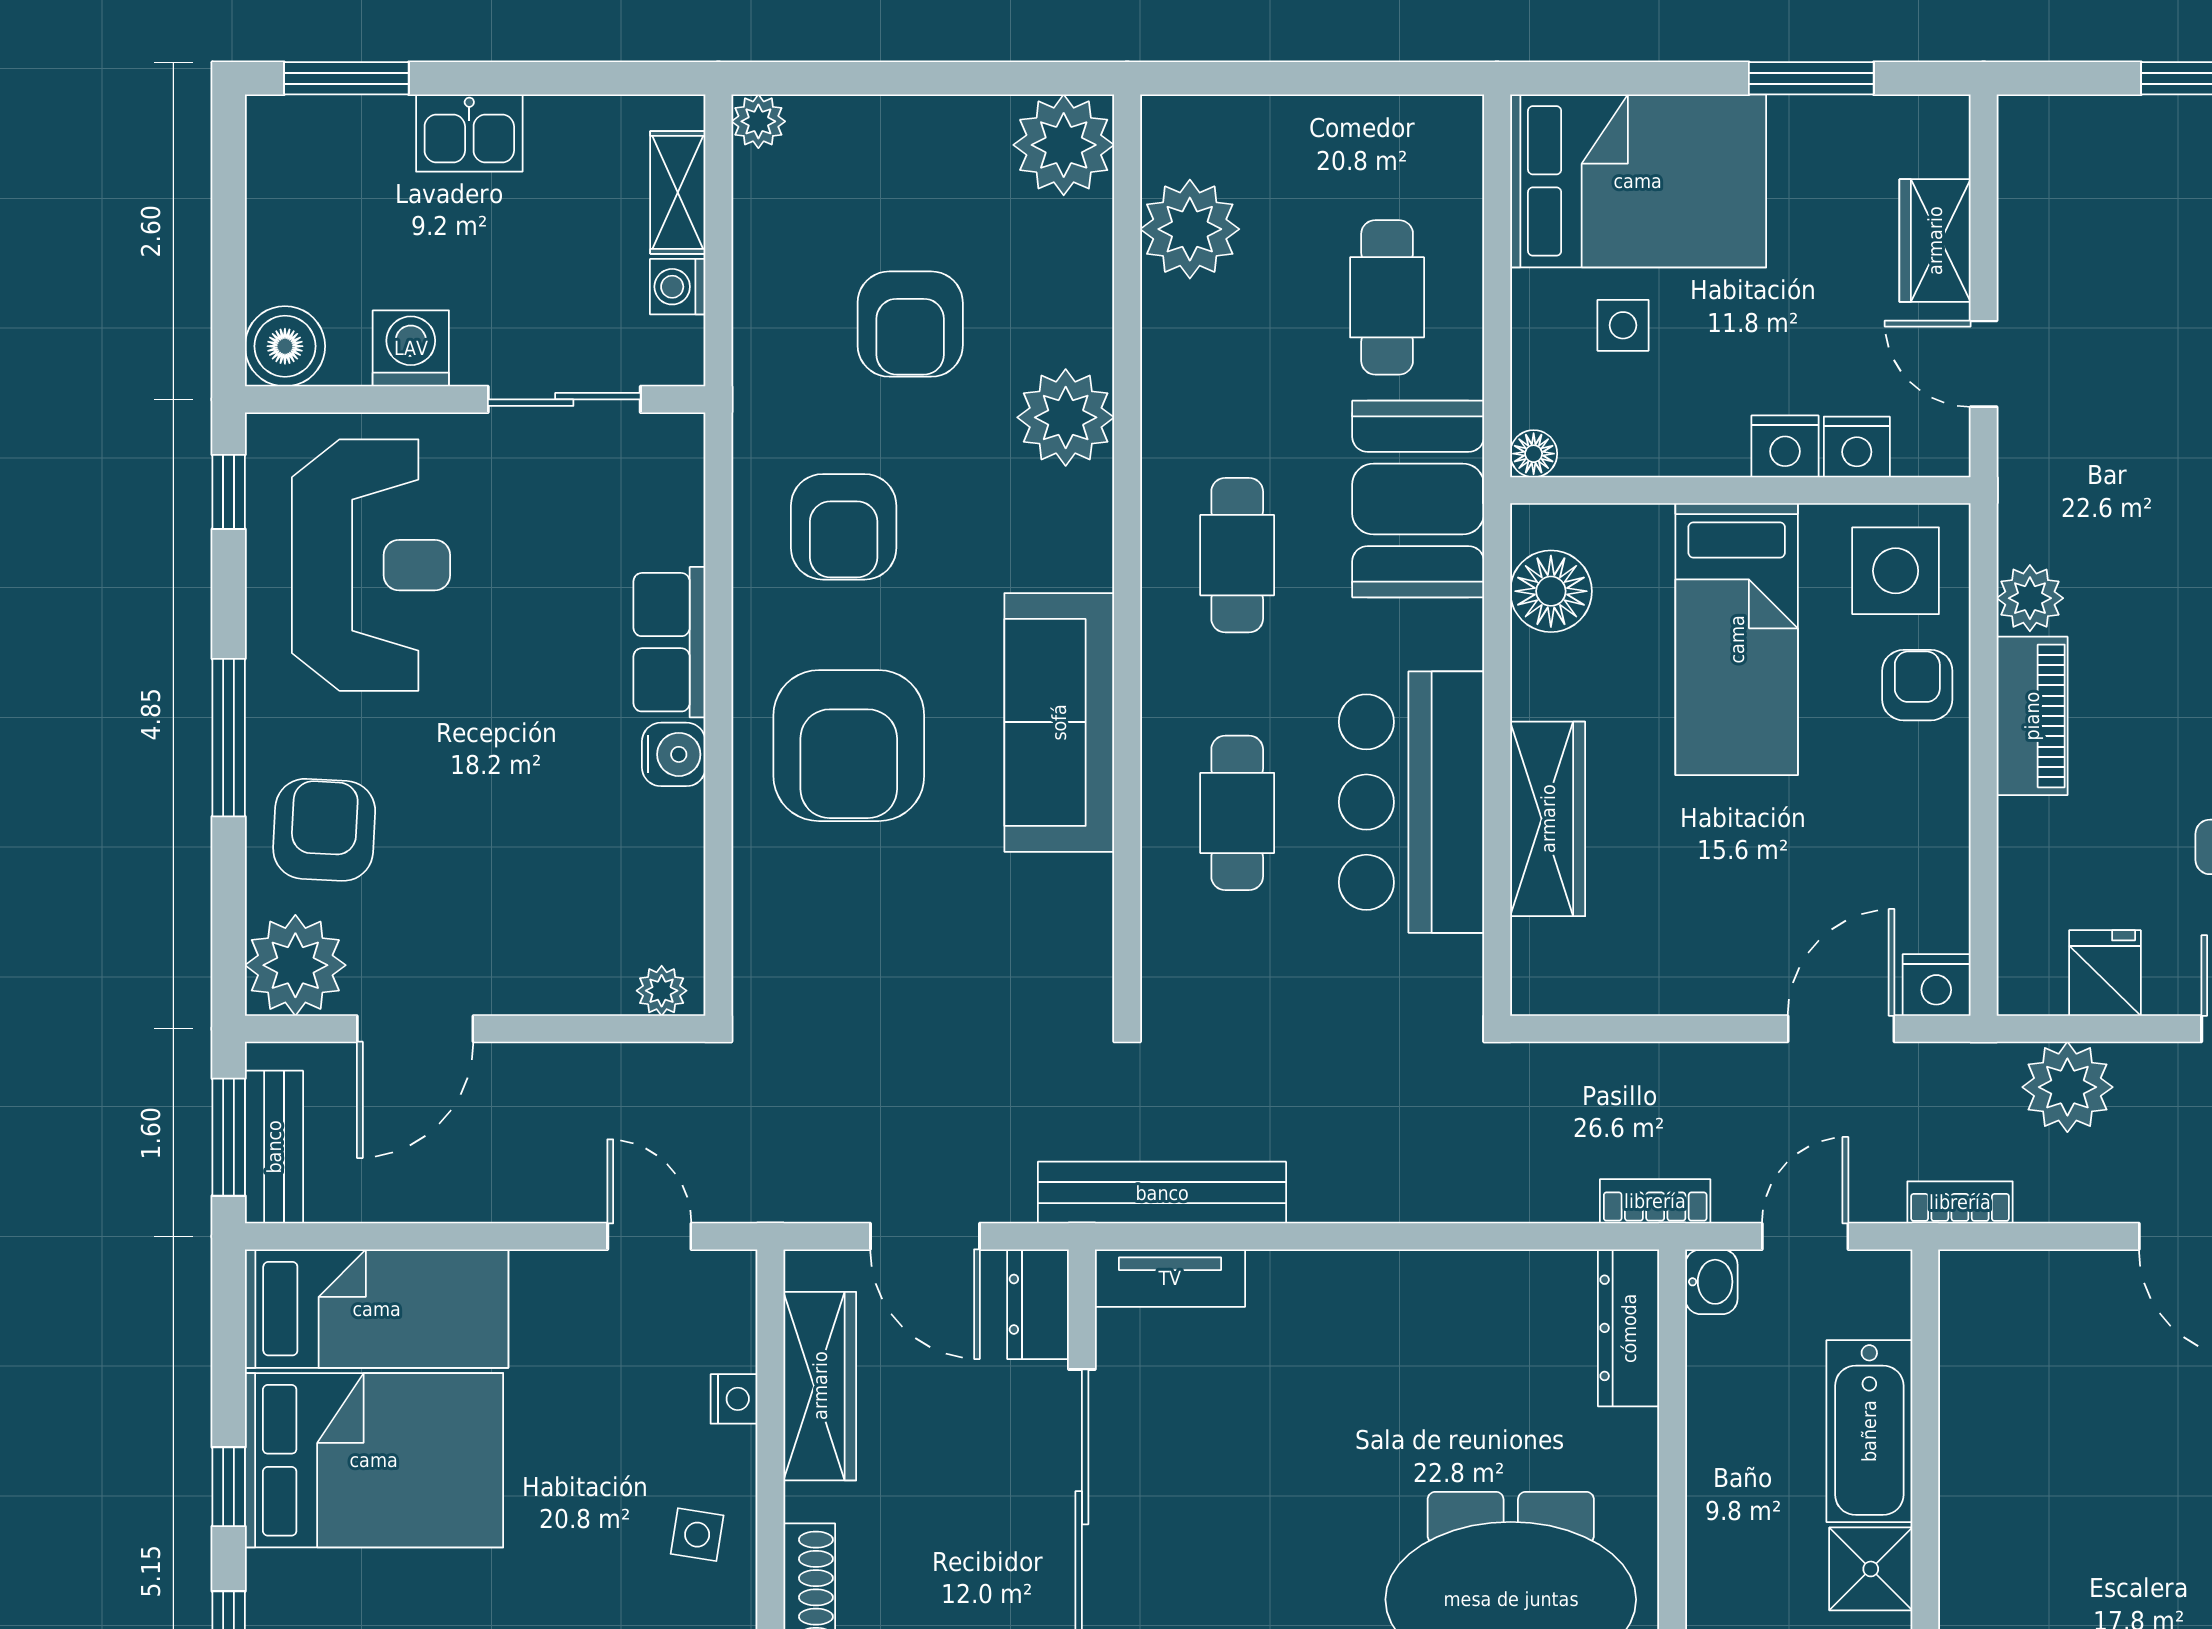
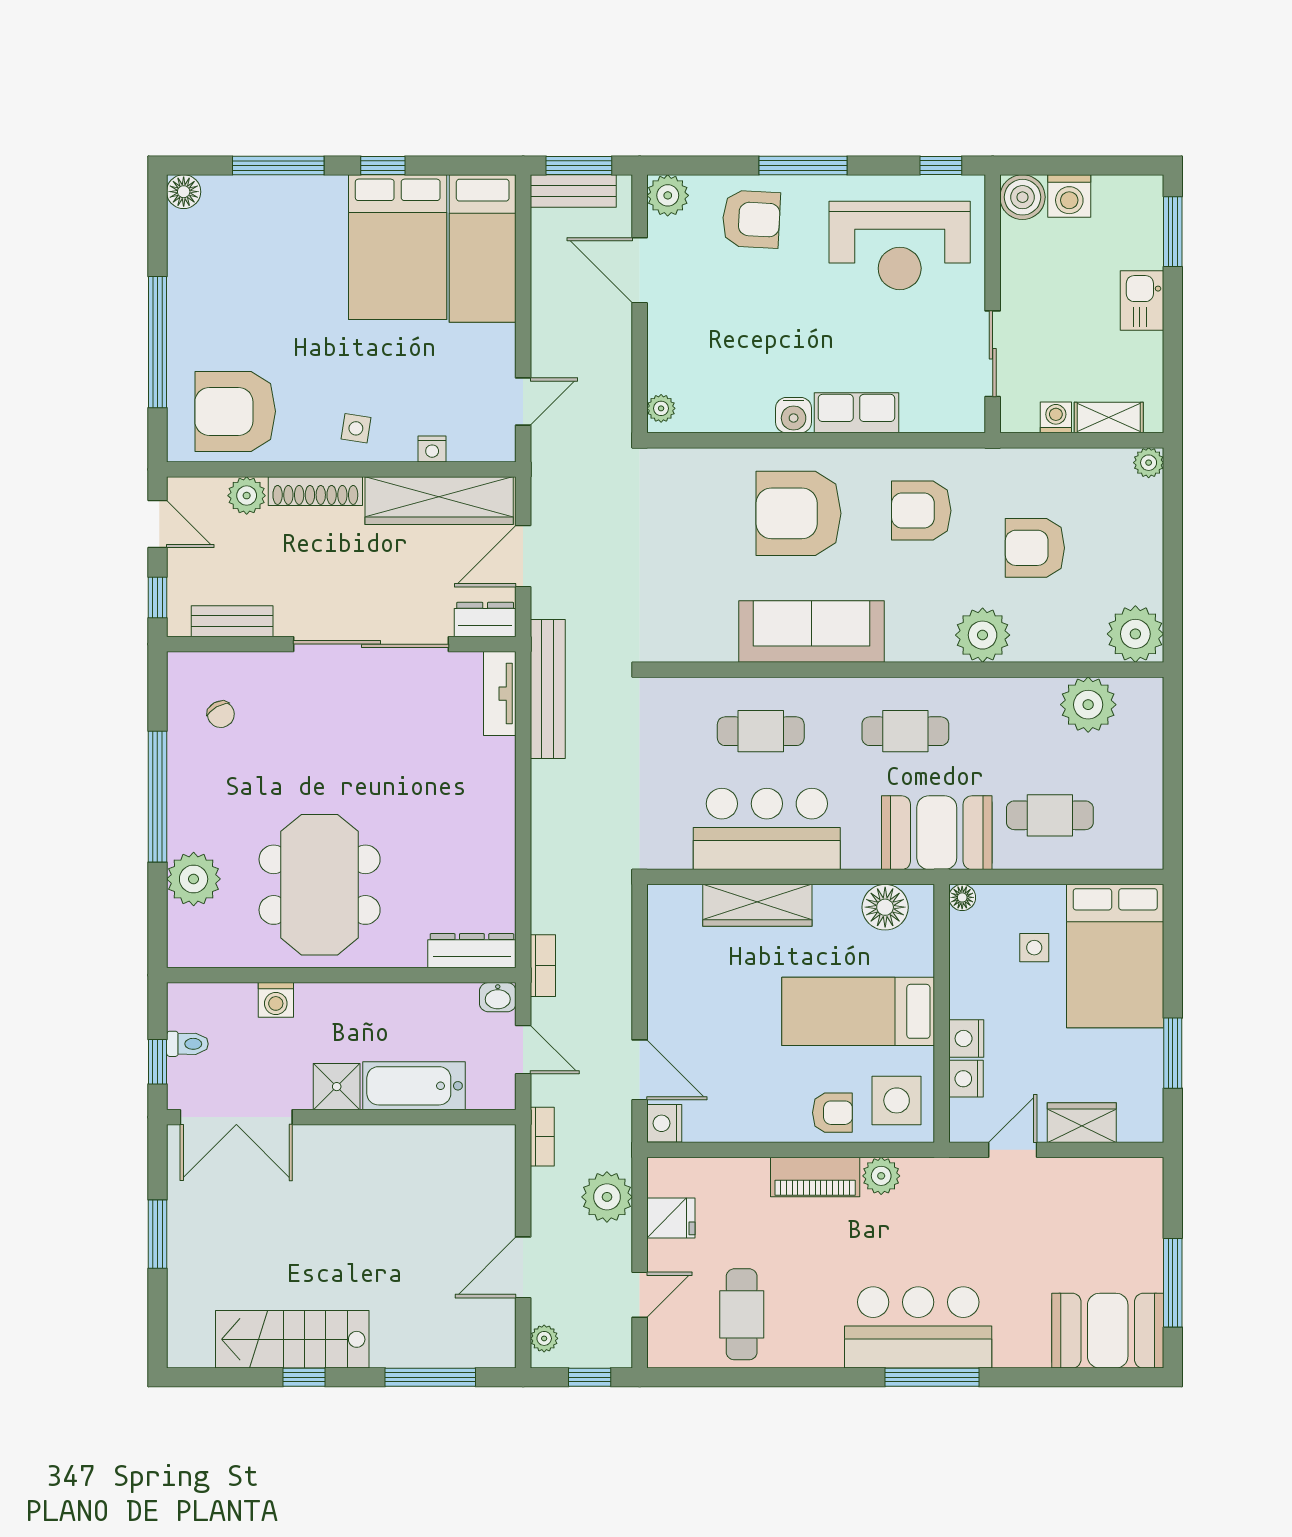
washing machine: (411, 348) -> (1069, 196), moved, turned 90
plant: (295, 965) -> (668, 195), width x0.73, depth x0.73
wardrobe: (820, 1386) -> (439, 501), width x1.40, depth x1.17

